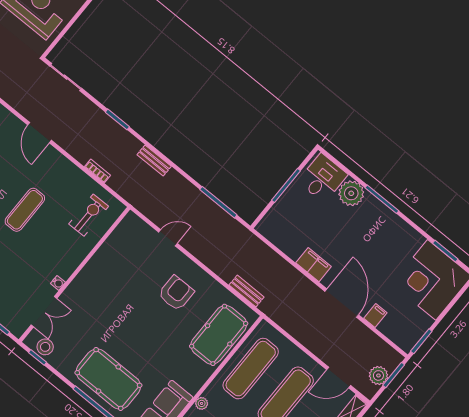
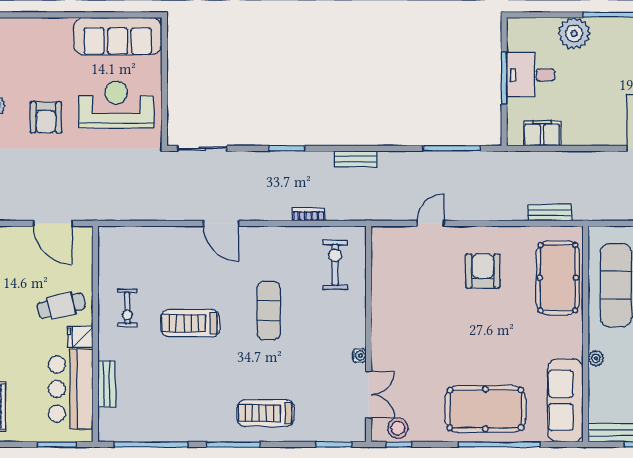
desk: (323, 178) -> (531, 75), moved, turned -90
filing cabinet: (314, 265) -> (542, 133), moved

